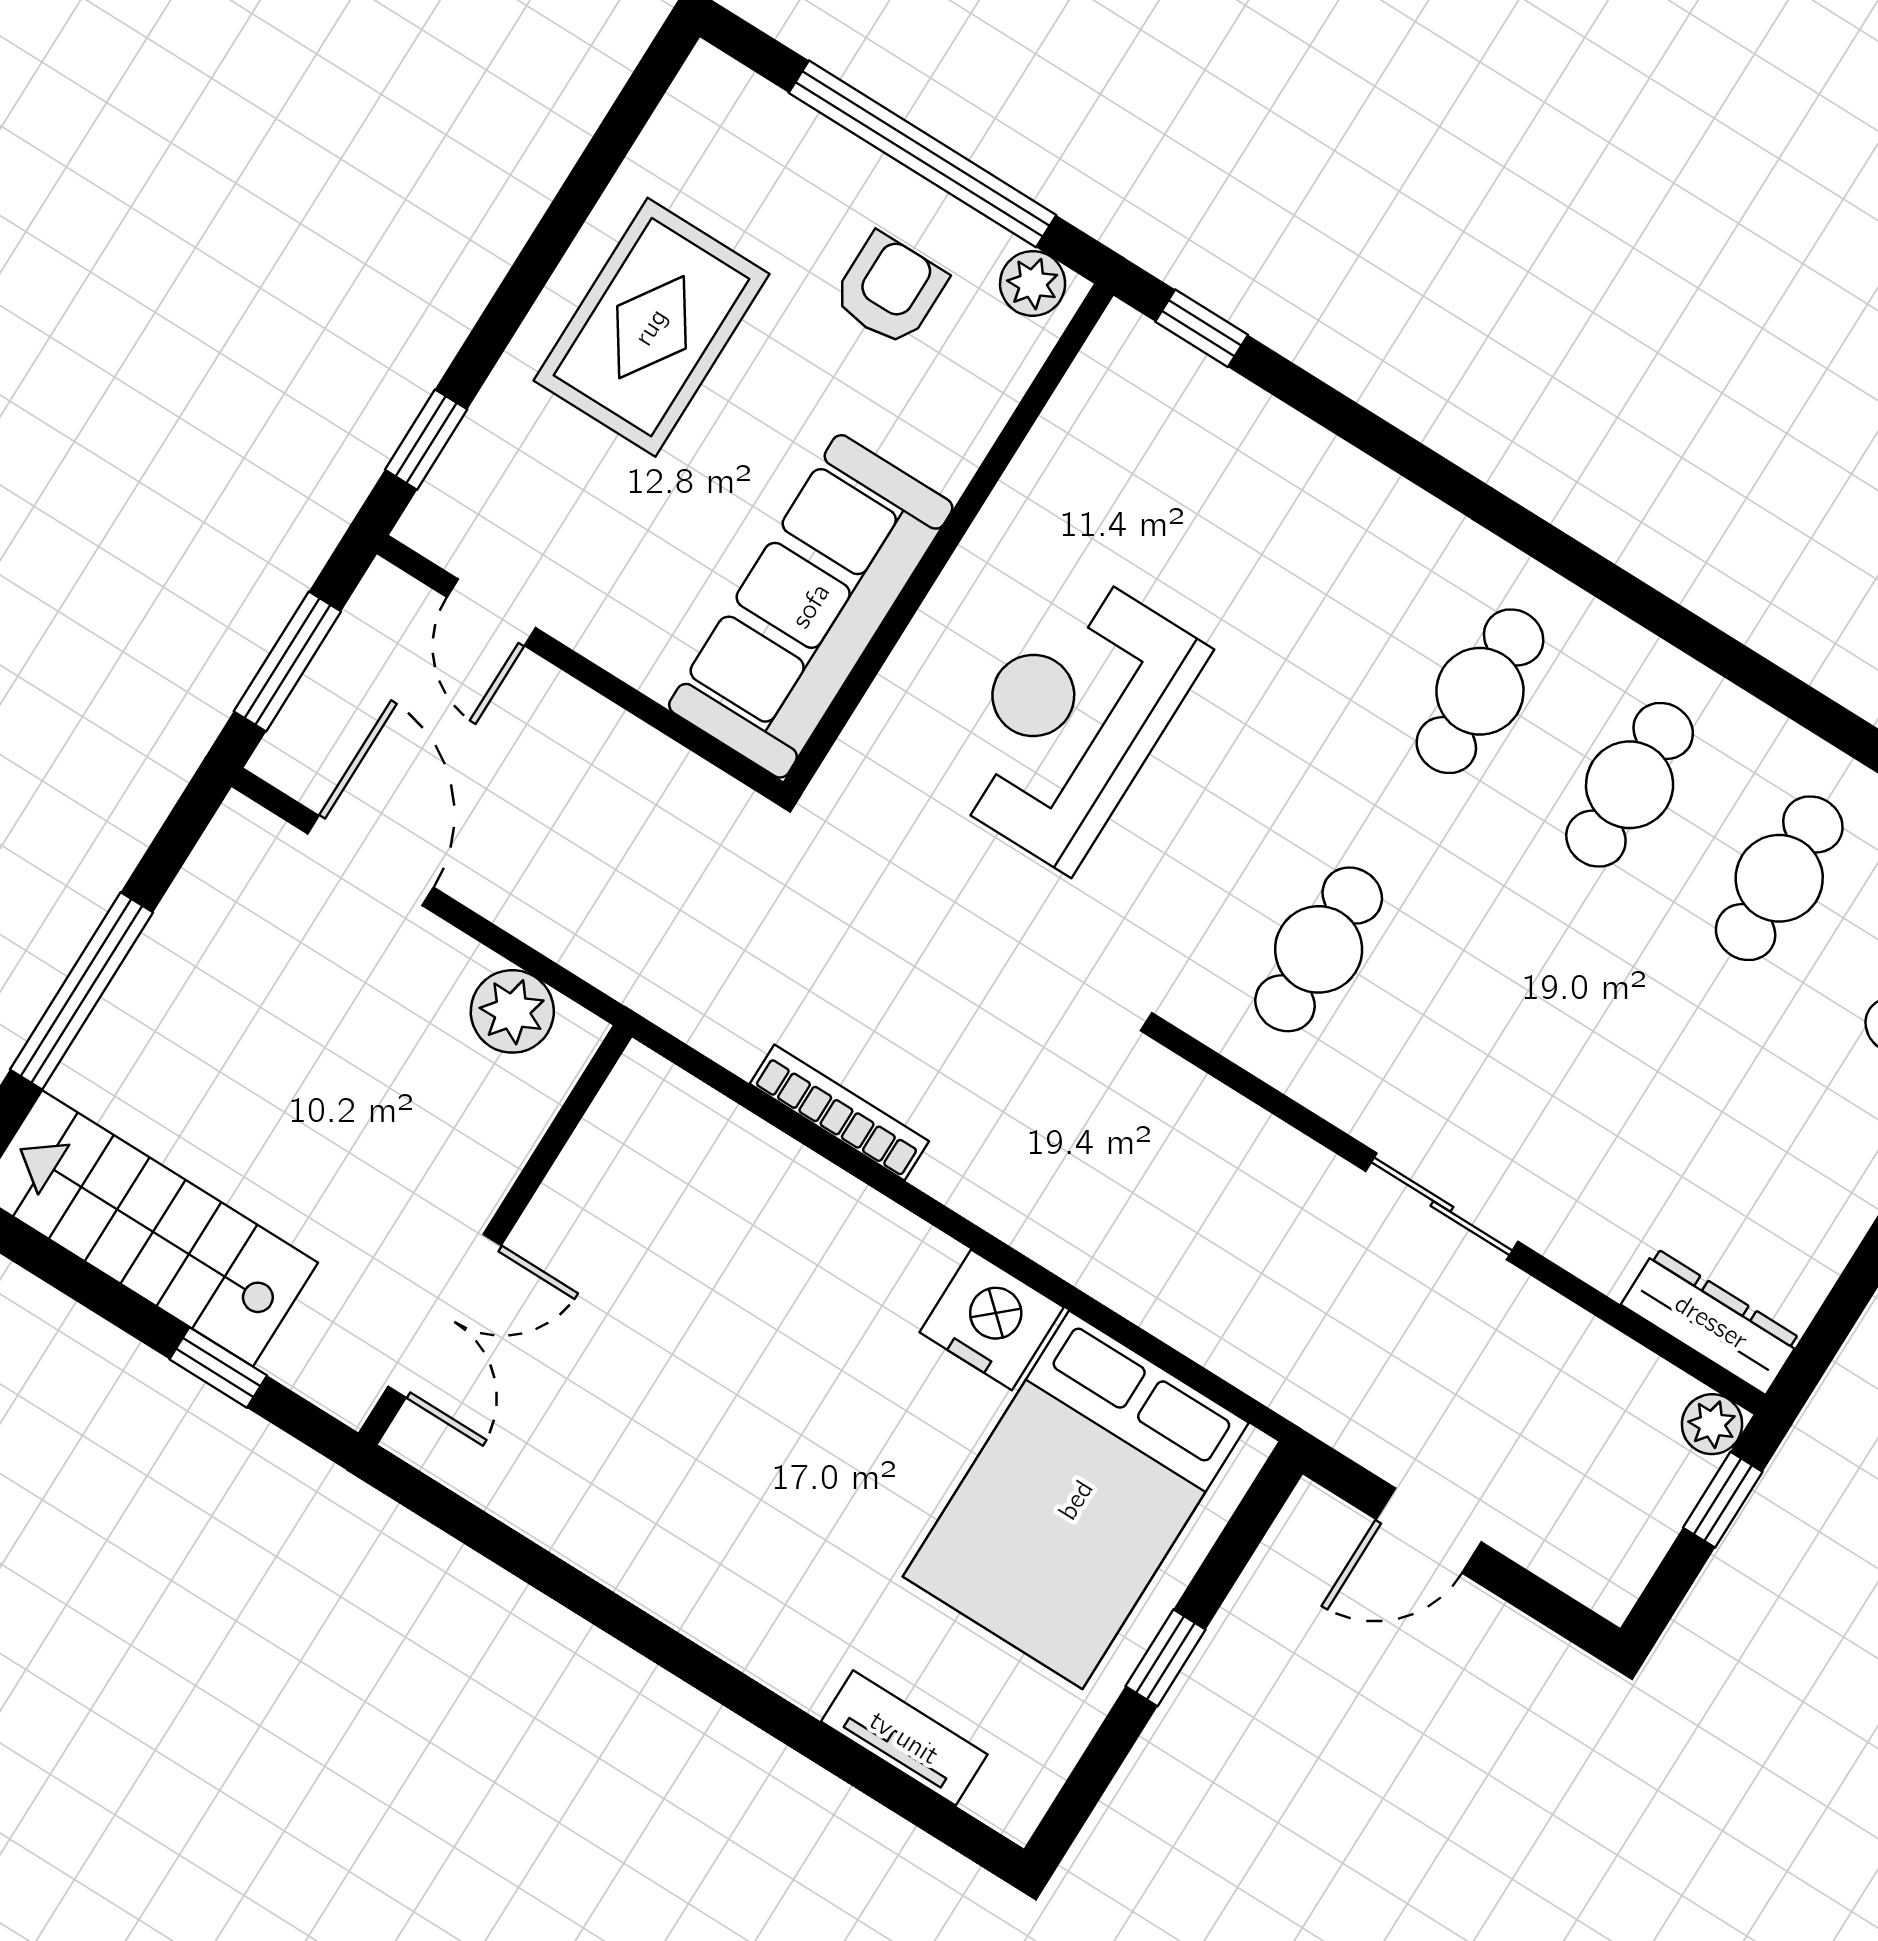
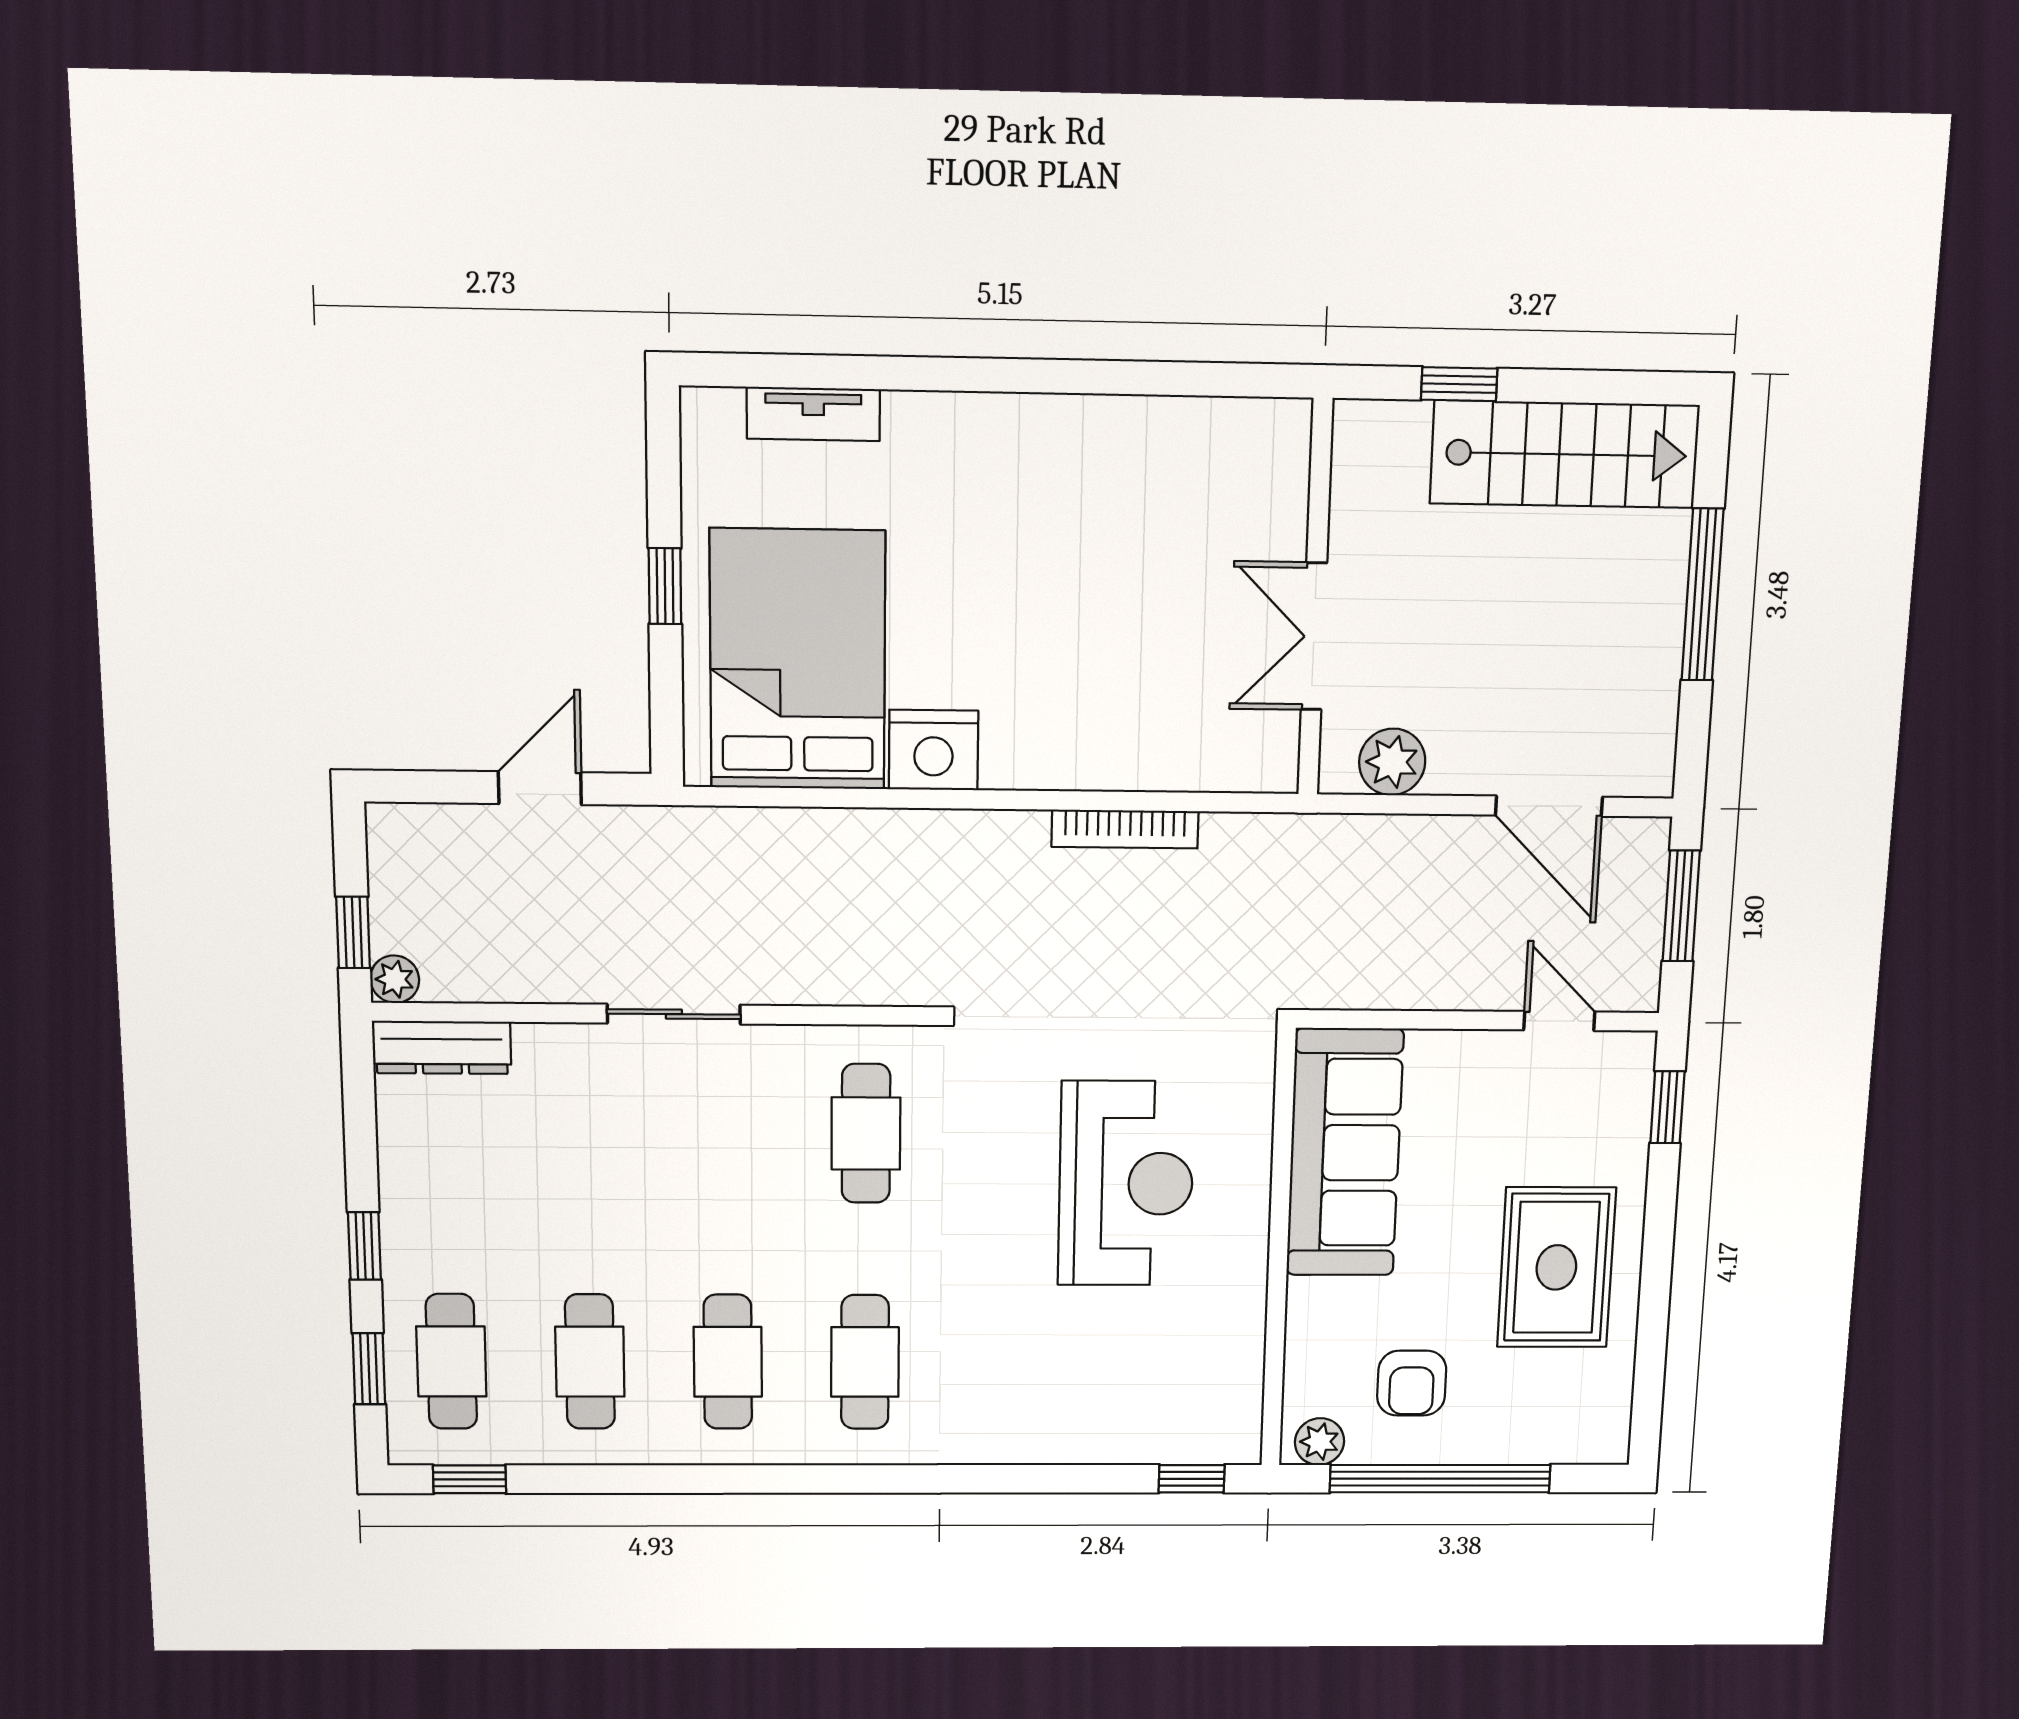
double door: (445, 1316) -> (1314, 636), moved

